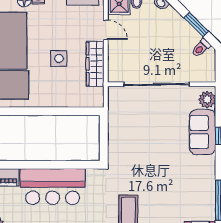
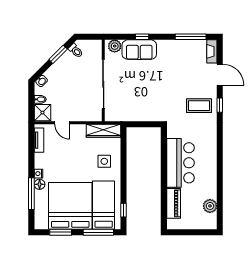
door: (106, 30) -> (62, 123), swing flipped
side table: (59, 58) -> (104, 161), moved
wardrobe: (95, 64) -> (103, 131), moved

